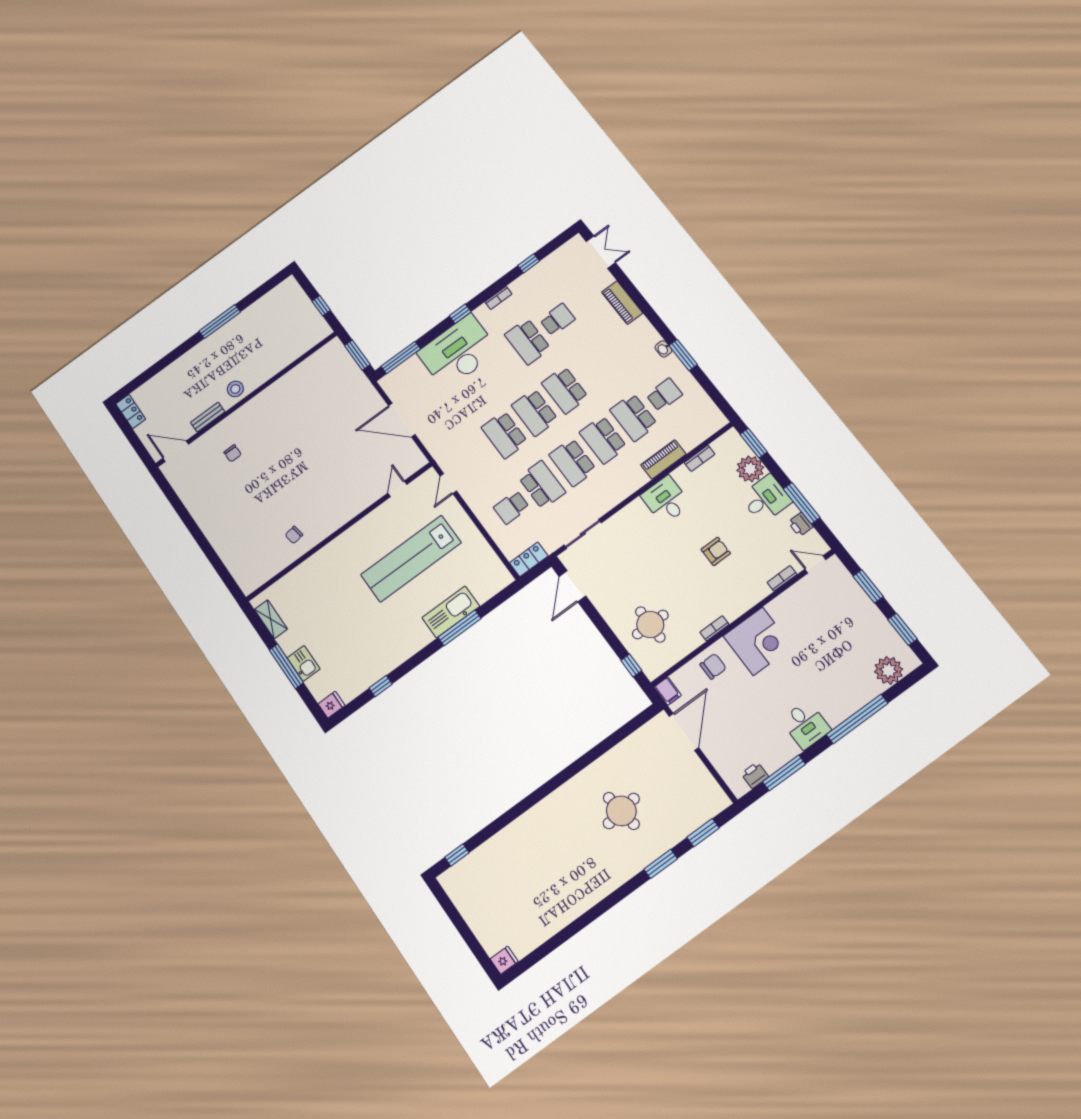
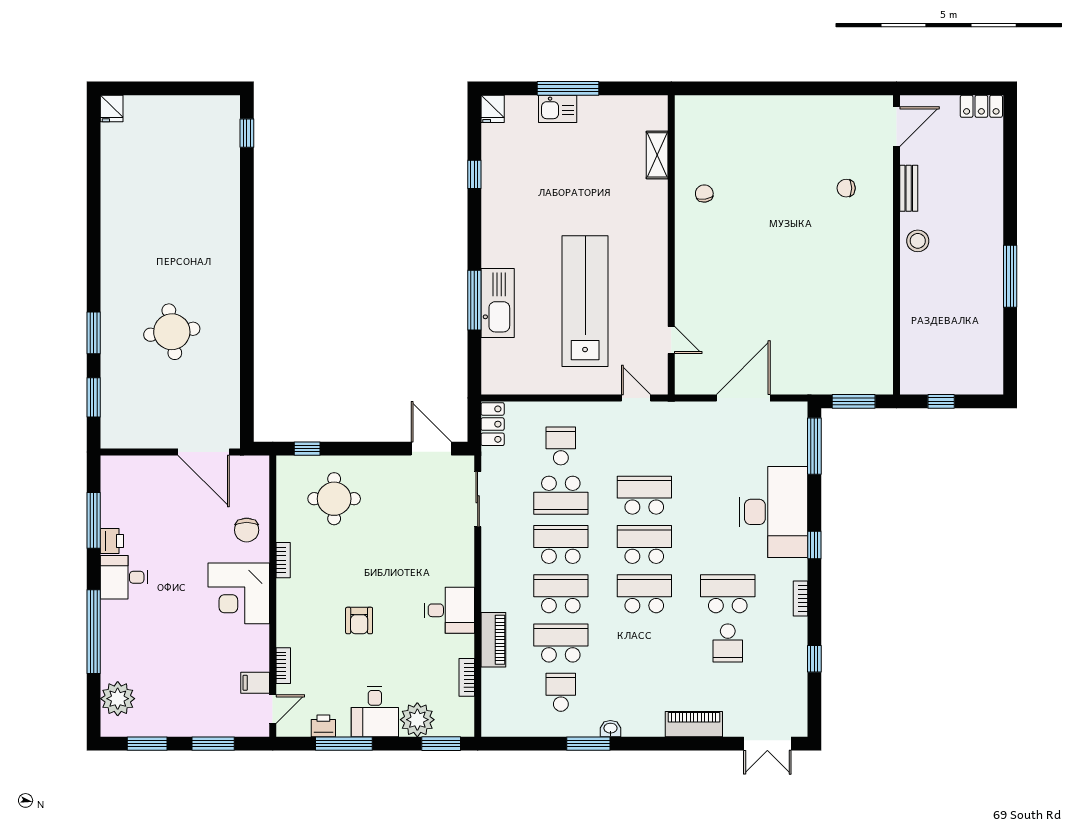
school desk: (664, 395) -> (561, 692), turned 180
shelving: (271, 619) -> (657, 155), moved, turned 90
filing cabinet: (668, 691) -> (255, 683), moved
printer: (755, 775) -> (112, 541), moved

